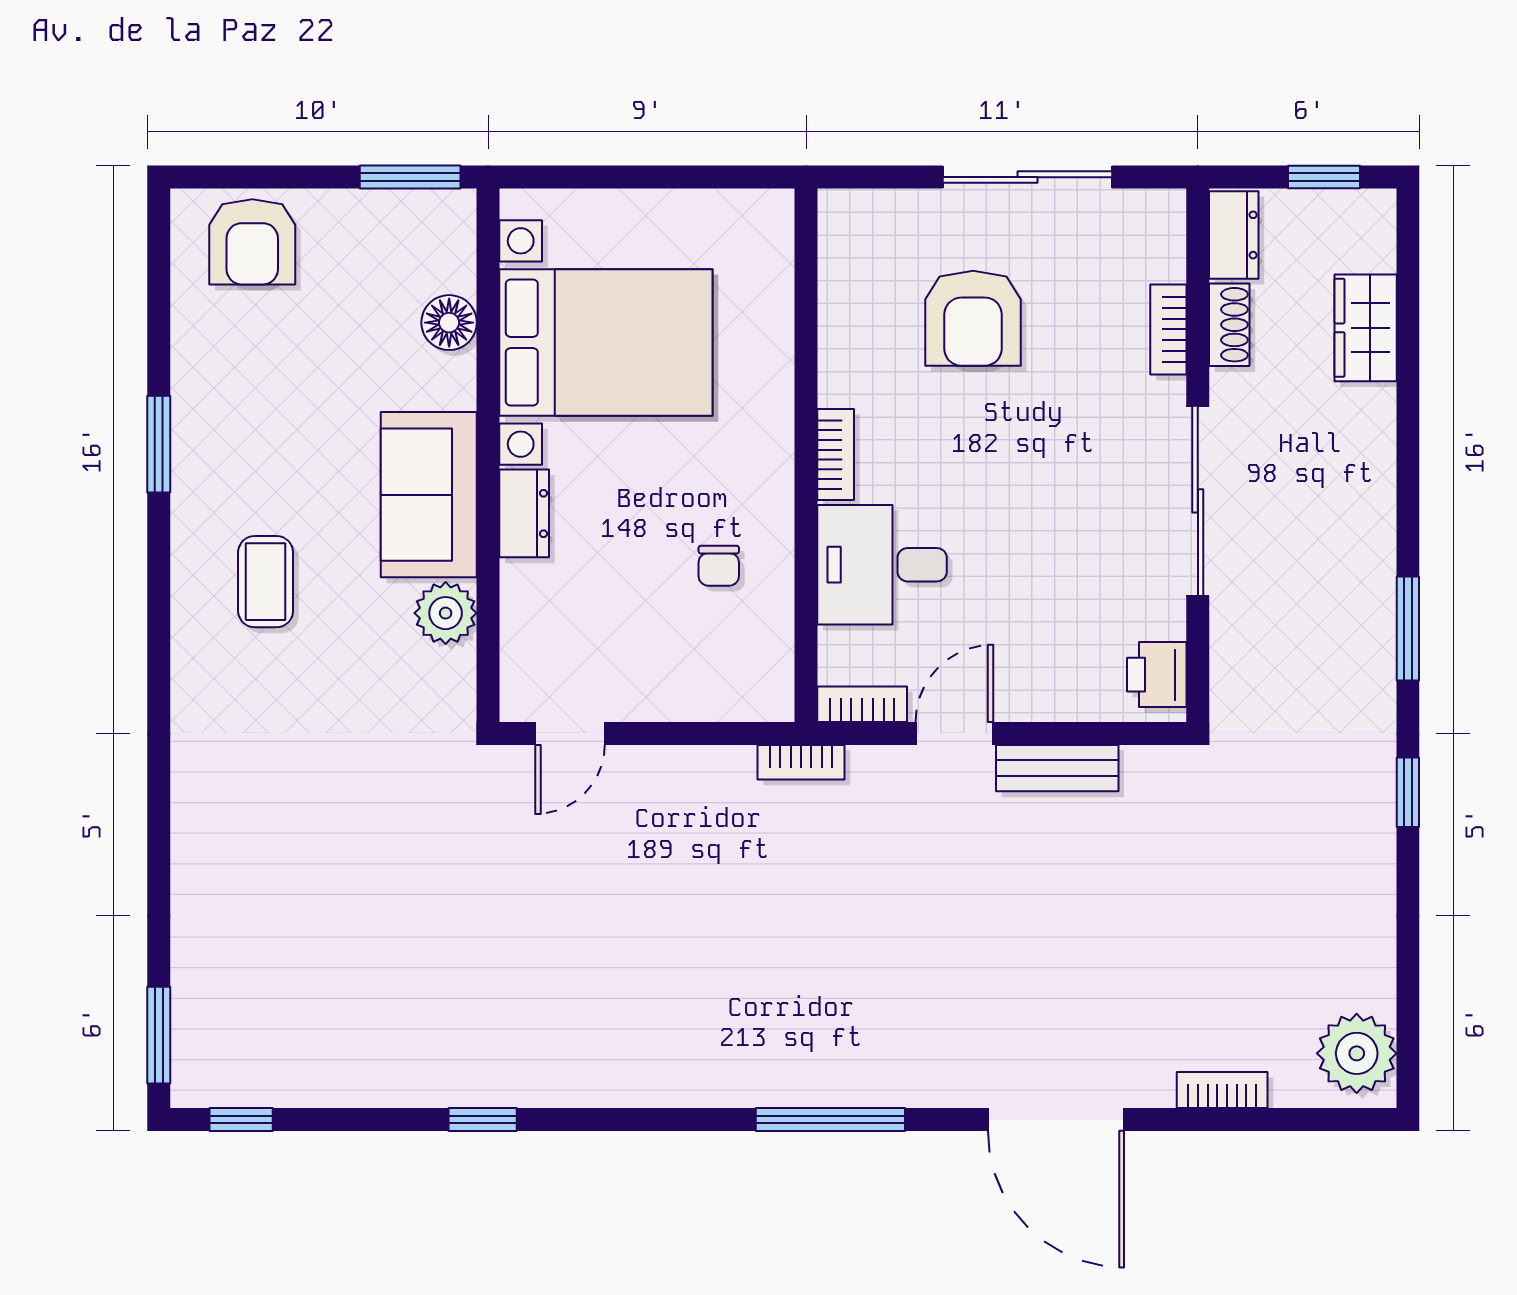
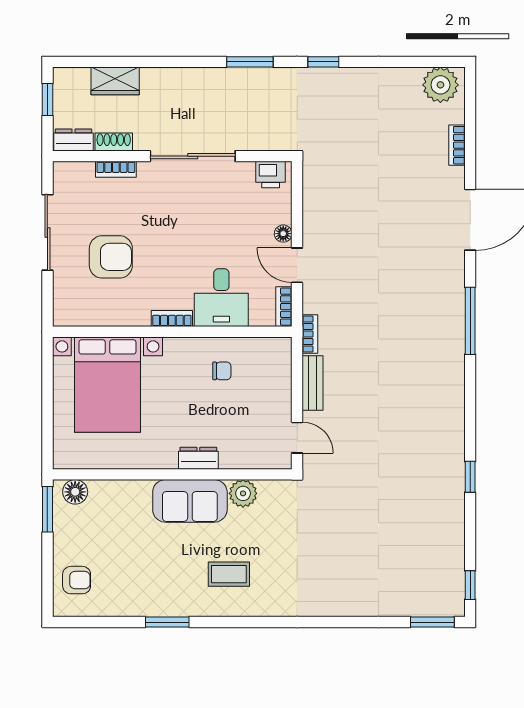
armchair: (252, 242) -> (77, 580), width x0.72, depth x0.72
floor lamp: (449, 323) -> (75, 492), moved
bed with nightstands: (606, 342) -> (107, 385), moved, turned 180
floor lamp: (1025, 703) -> (283, 234), added
bench: (1057, 768) -> (313, 383), moved

